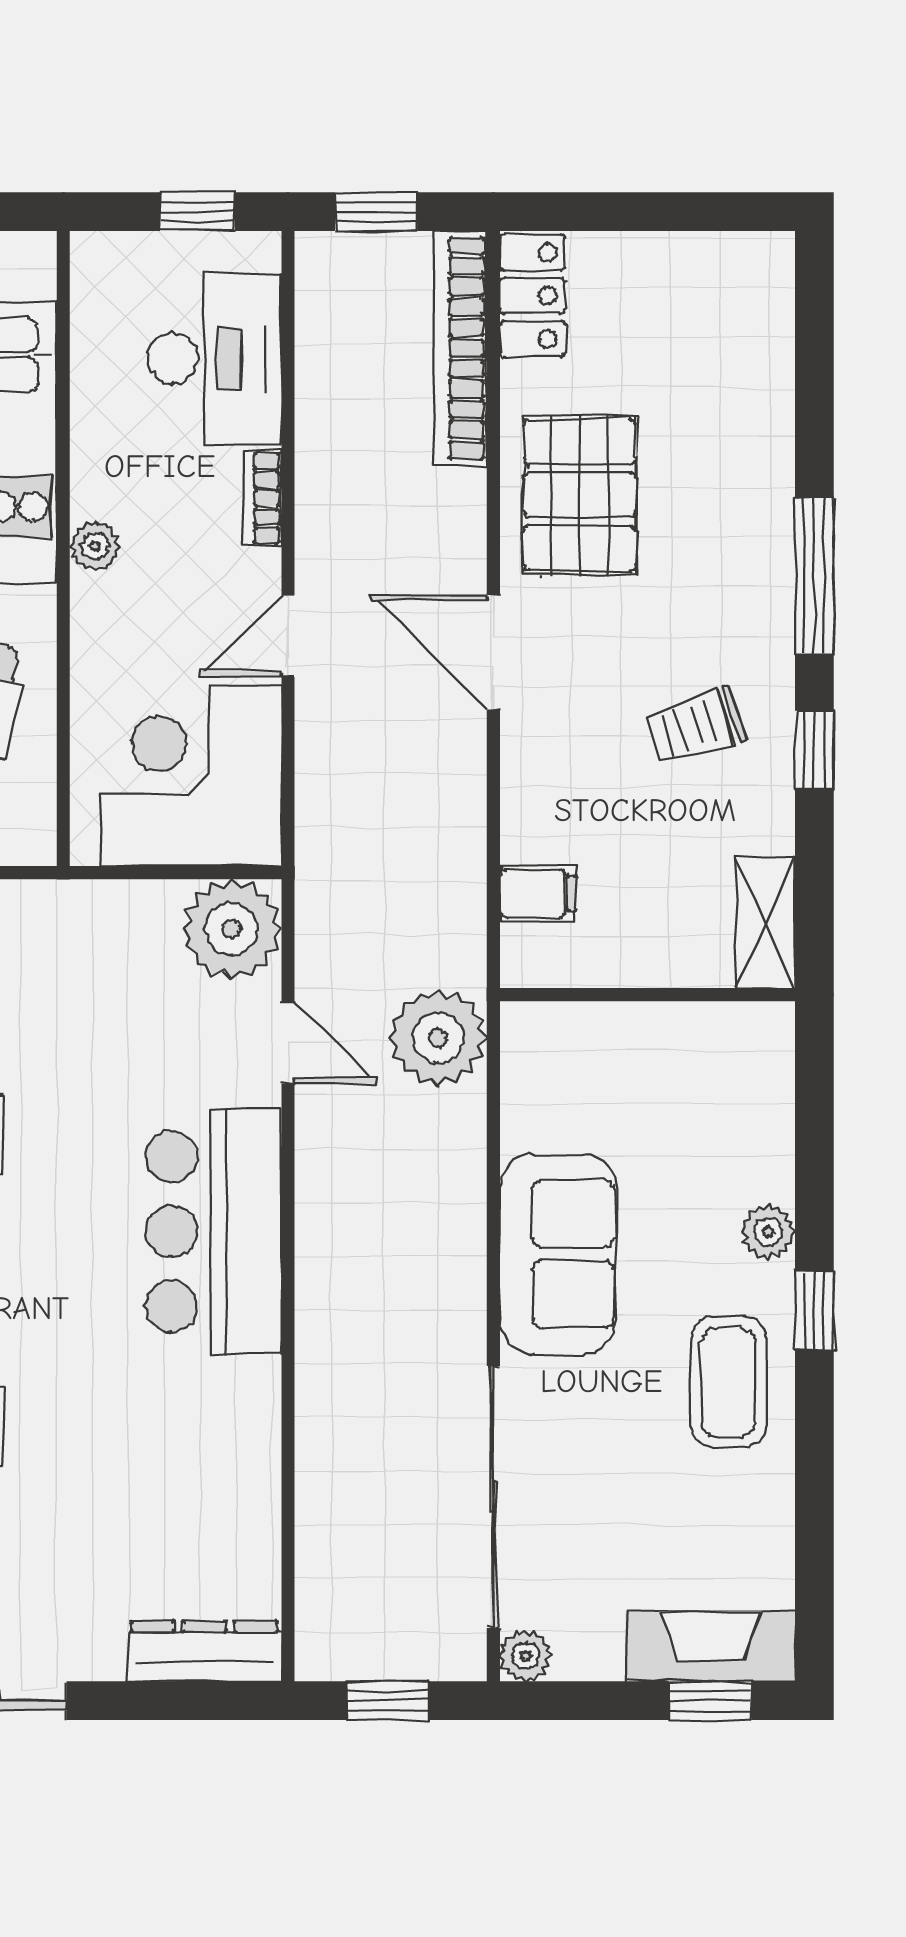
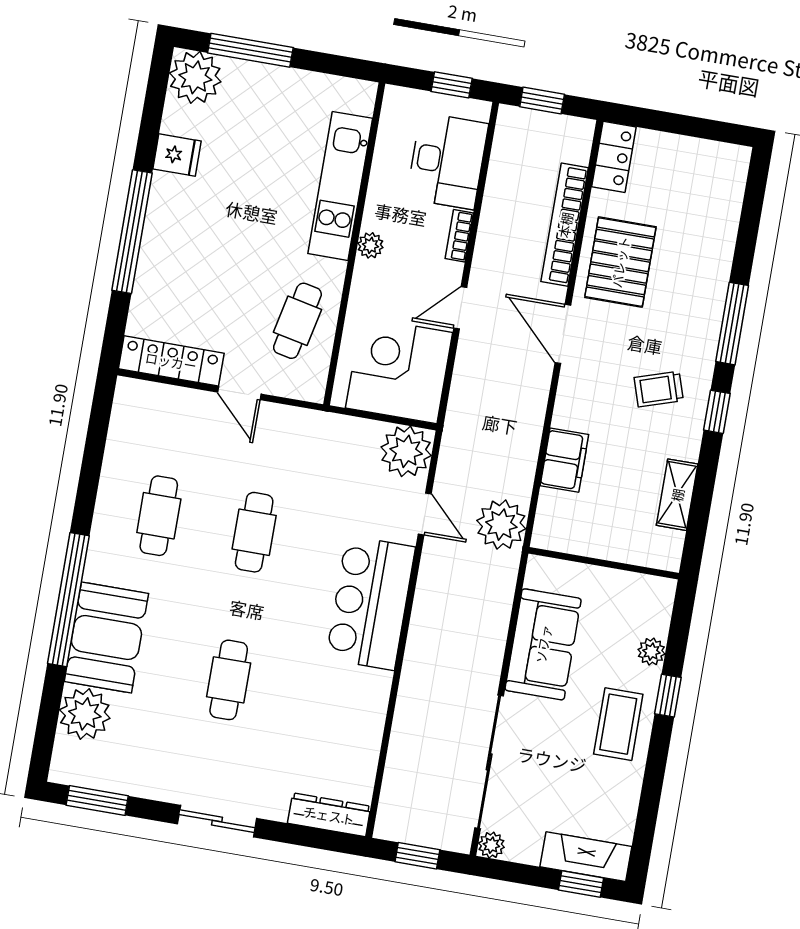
bookcase: (460, 348) -> (565, 225), moved
filing cabinet: (538, 893) -> (564, 460), width x2.00
wall: (647, 995) -> (604, 563), moved

